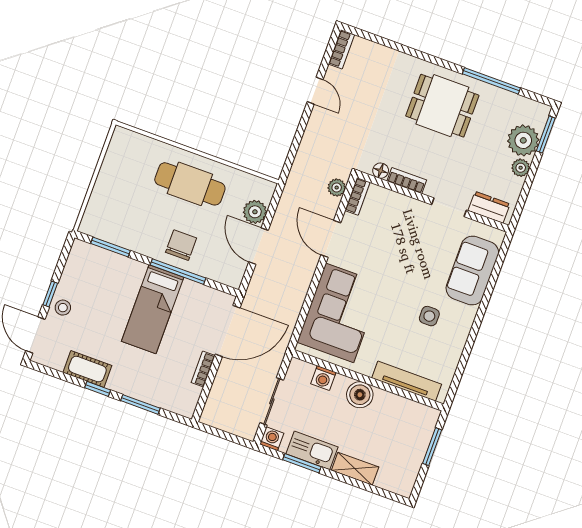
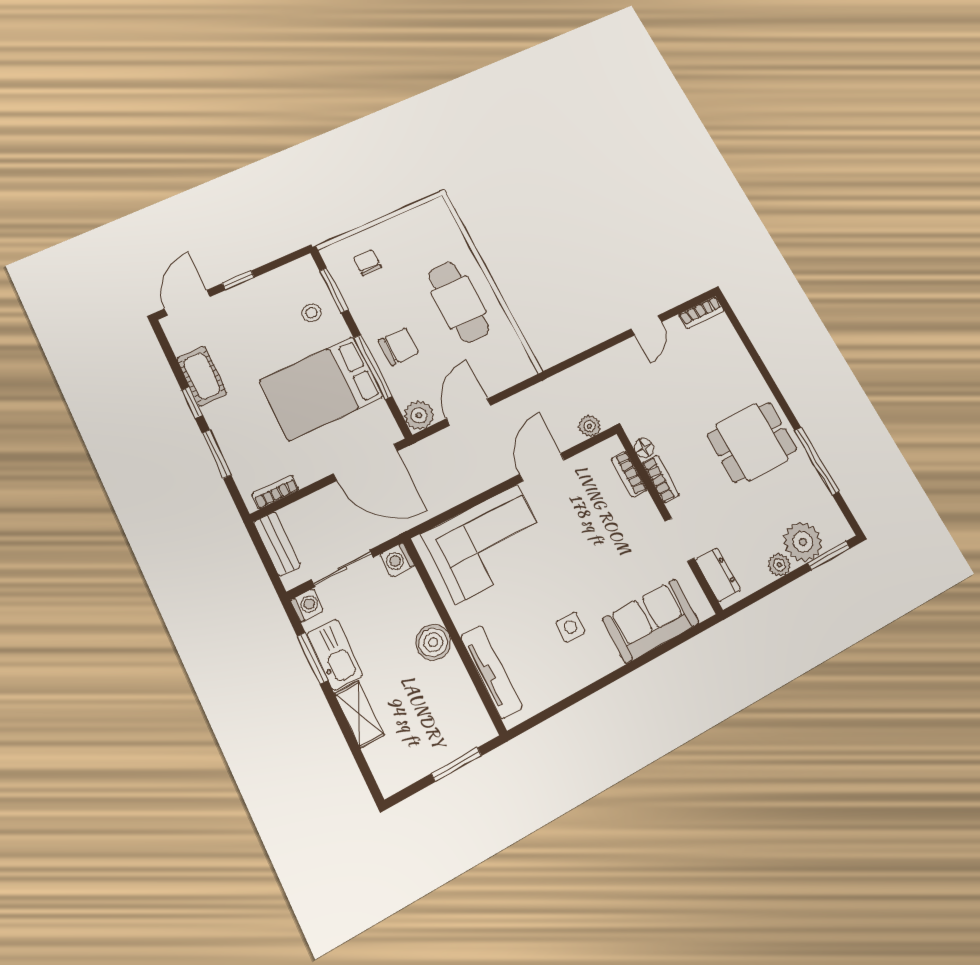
dining table: (442, 106) -> (752, 442), turned 90
bookcase: (357, 196) -> (629, 474), moved, turned 90
chair: (113, 211) -> (367, 263), added
plant: (255, 212) -> (419, 415), moved
stool: (63, 308) -> (312, 313), moved
bed: (153, 309) -> (321, 389), width x1.50
bookcase: (203, 369) -> (275, 492), moved
washing machine: (323, 378) -> (397, 560), moved
bench: (223, 422) -> (277, 544), added

